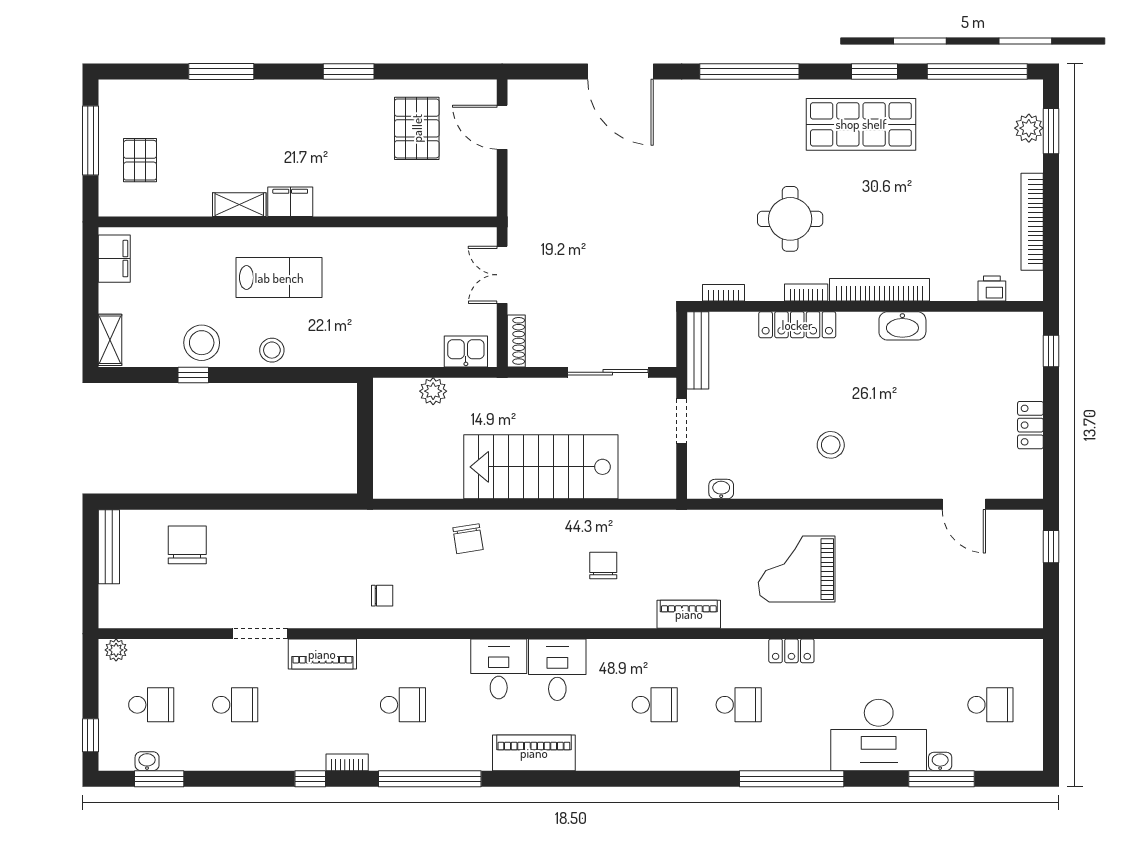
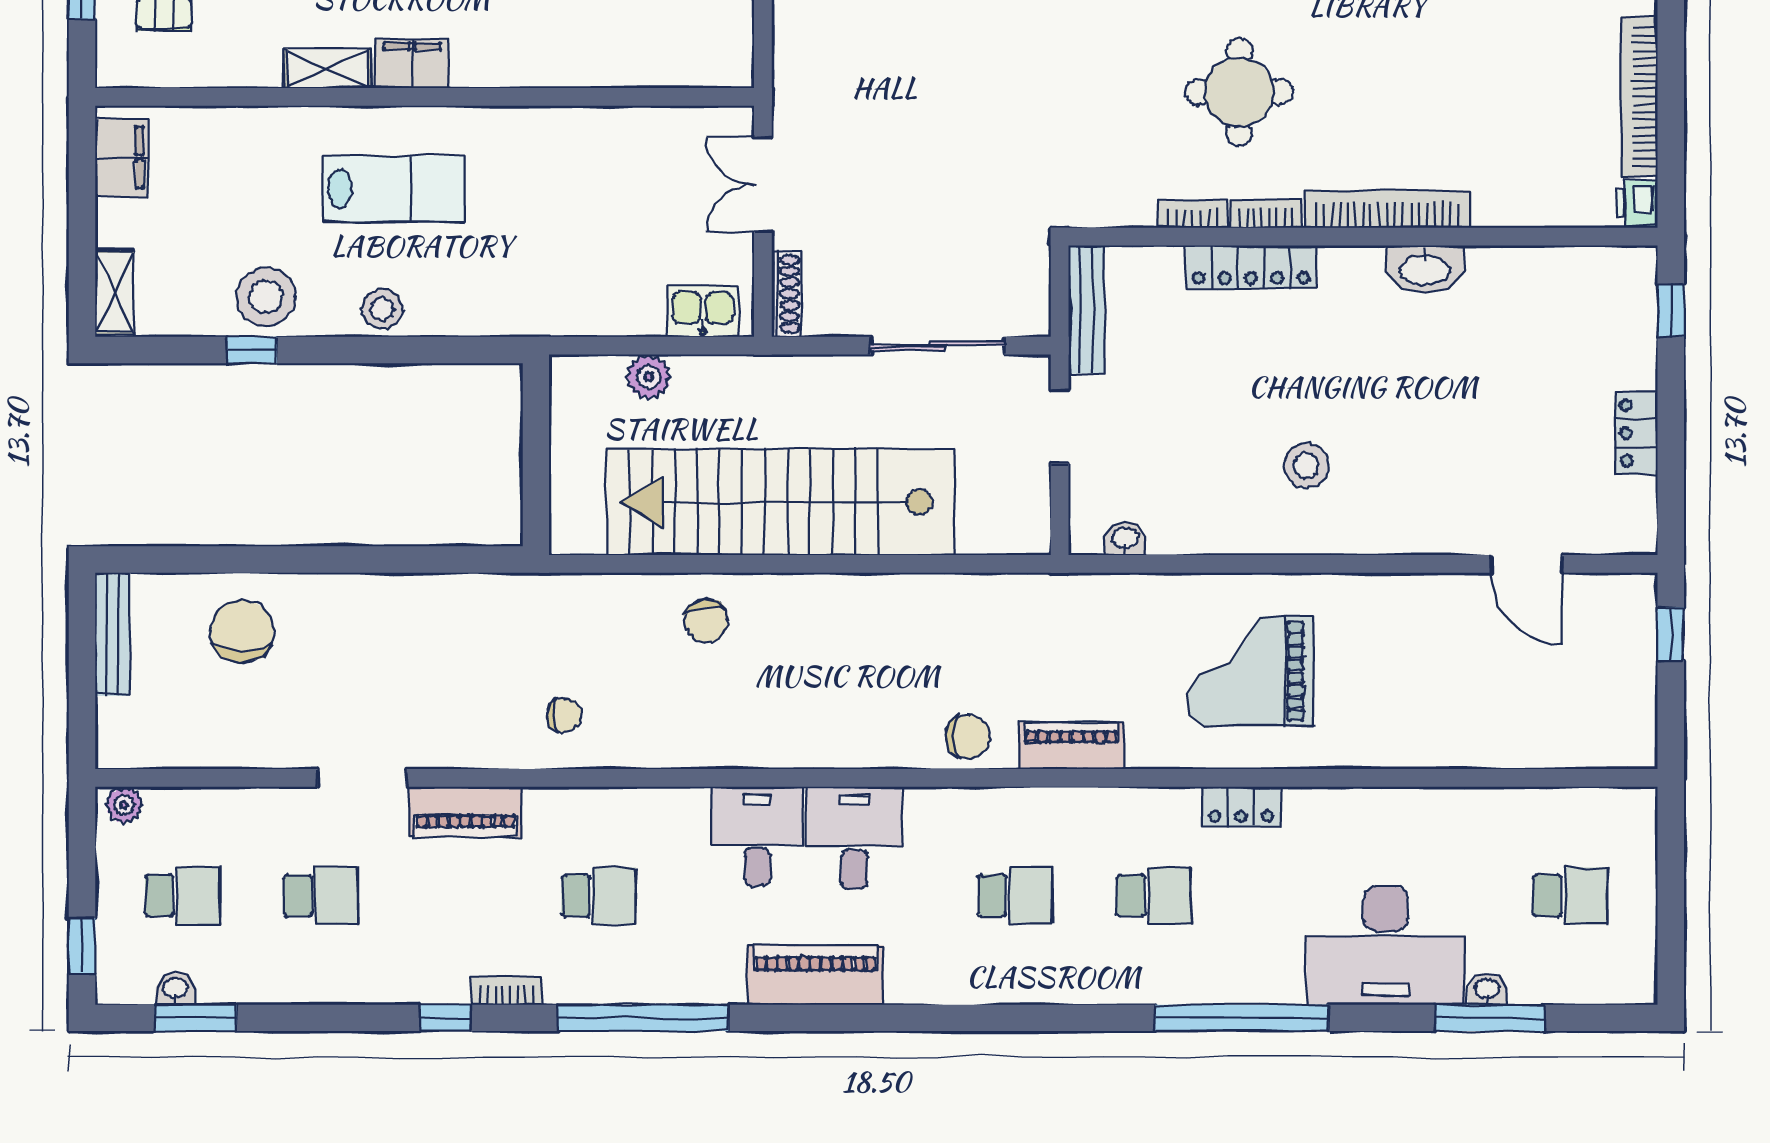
printer: (992, 289) -> (1637, 203), moved, turned -90
bookcase: (724, 293) -> (1192, 214), moved
stairs: (541, 467) -> (780, 502), width x1.36
chair: (603, 566) -> (968, 737), moved, turned 90

